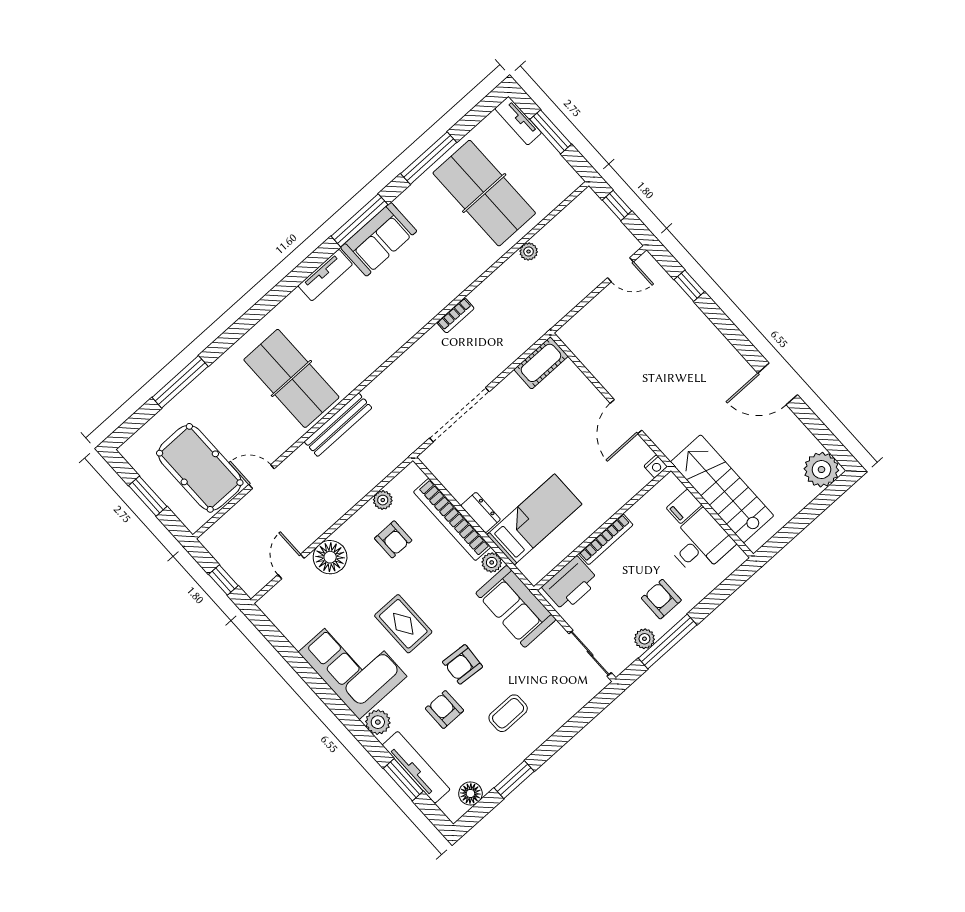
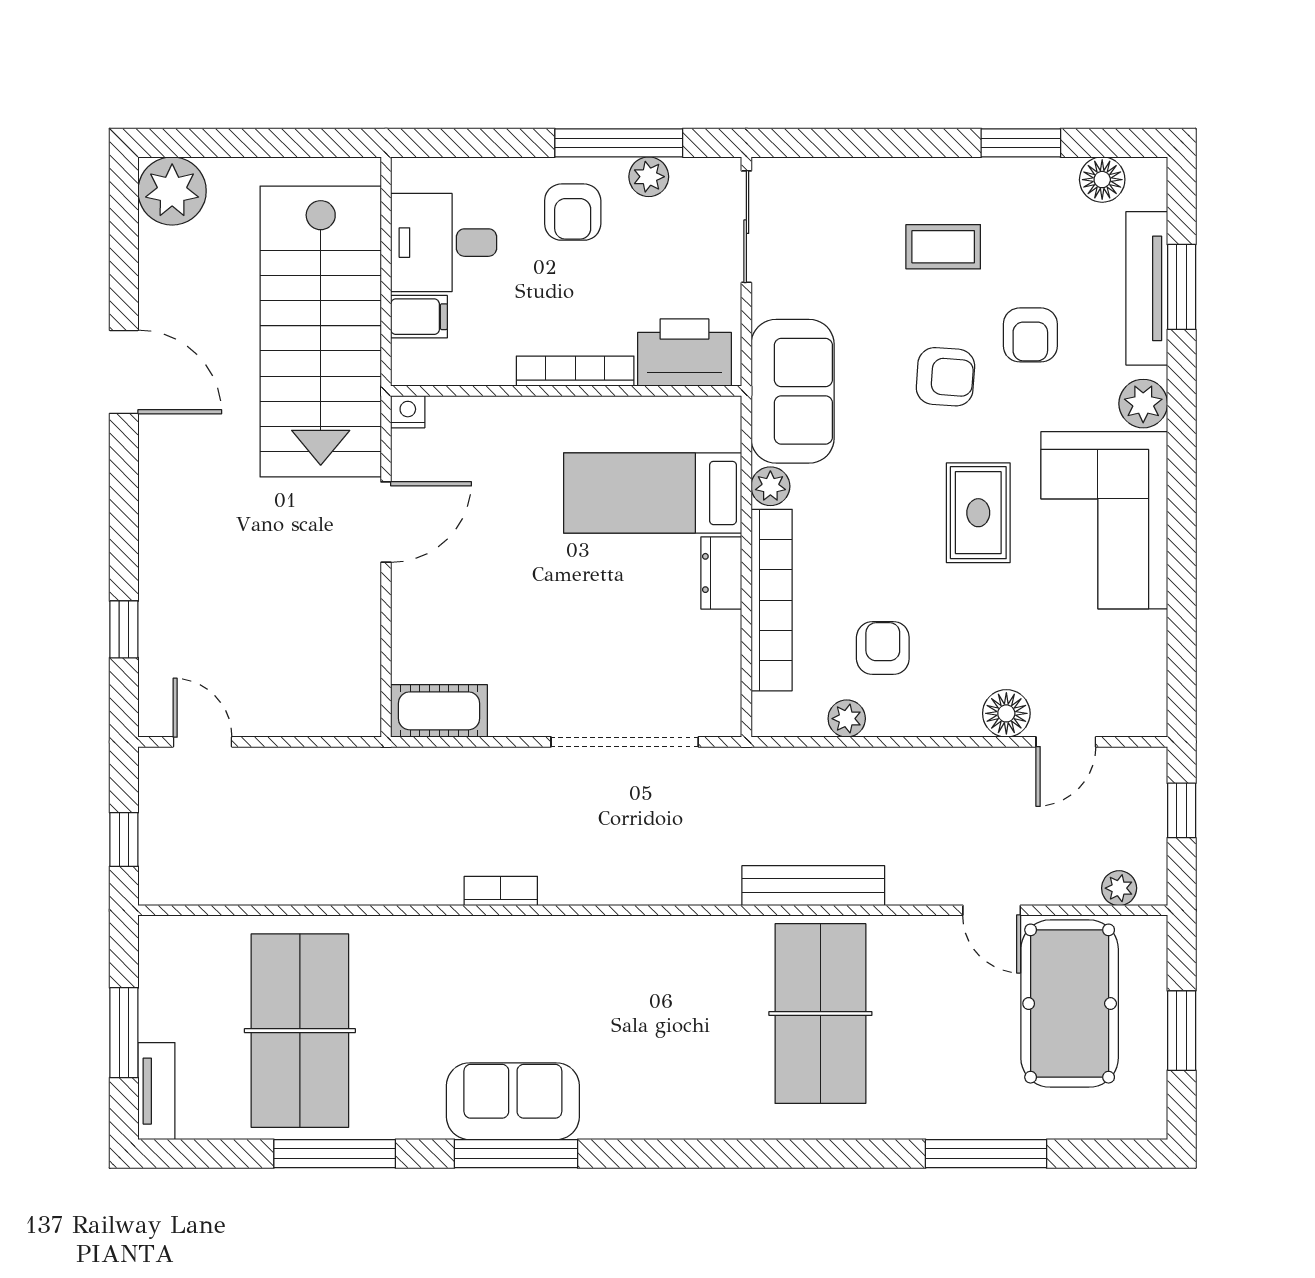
plant: (529, 252) -> (1119, 888), moved
tv unit: (325, 275) -> (637, 1119), removed
stairs: (722, 489) -> (321, 331), width x1.36, depth x1.51
floor lamp: (330, 557) -> (1006, 713), width x0.73, depth x0.73

